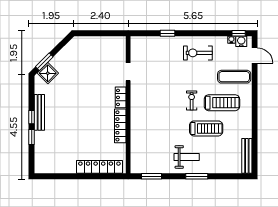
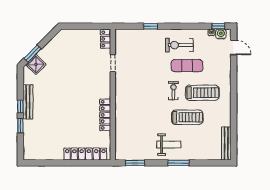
exercise mat: (234, 77) -> (187, 66), moved
locker: (121, 97) -> (106, 39), moved

